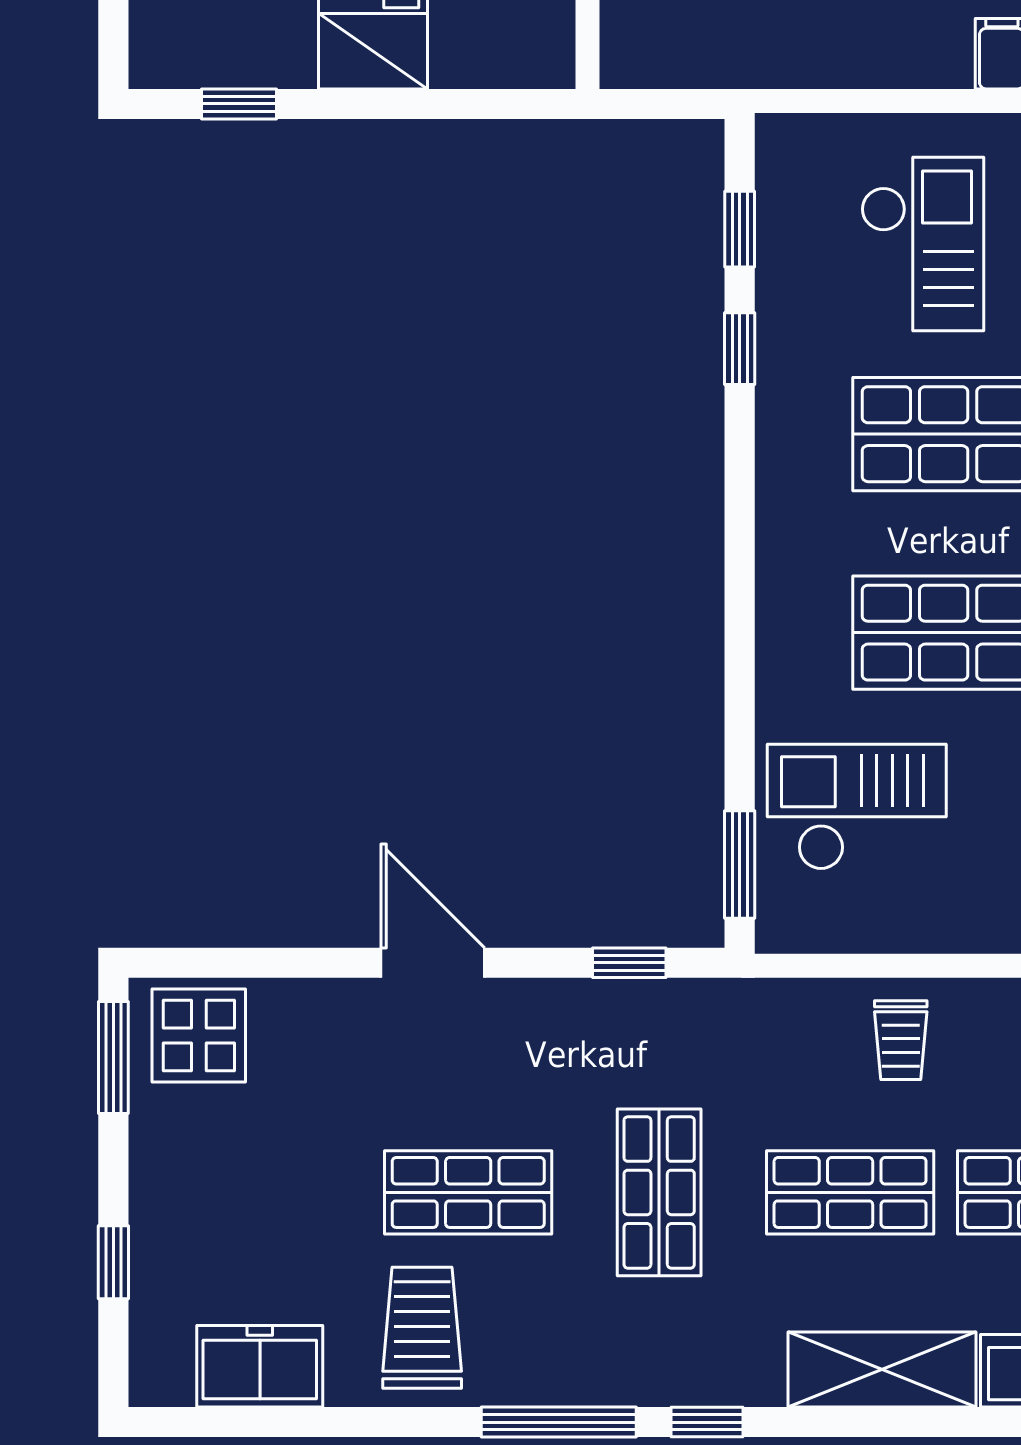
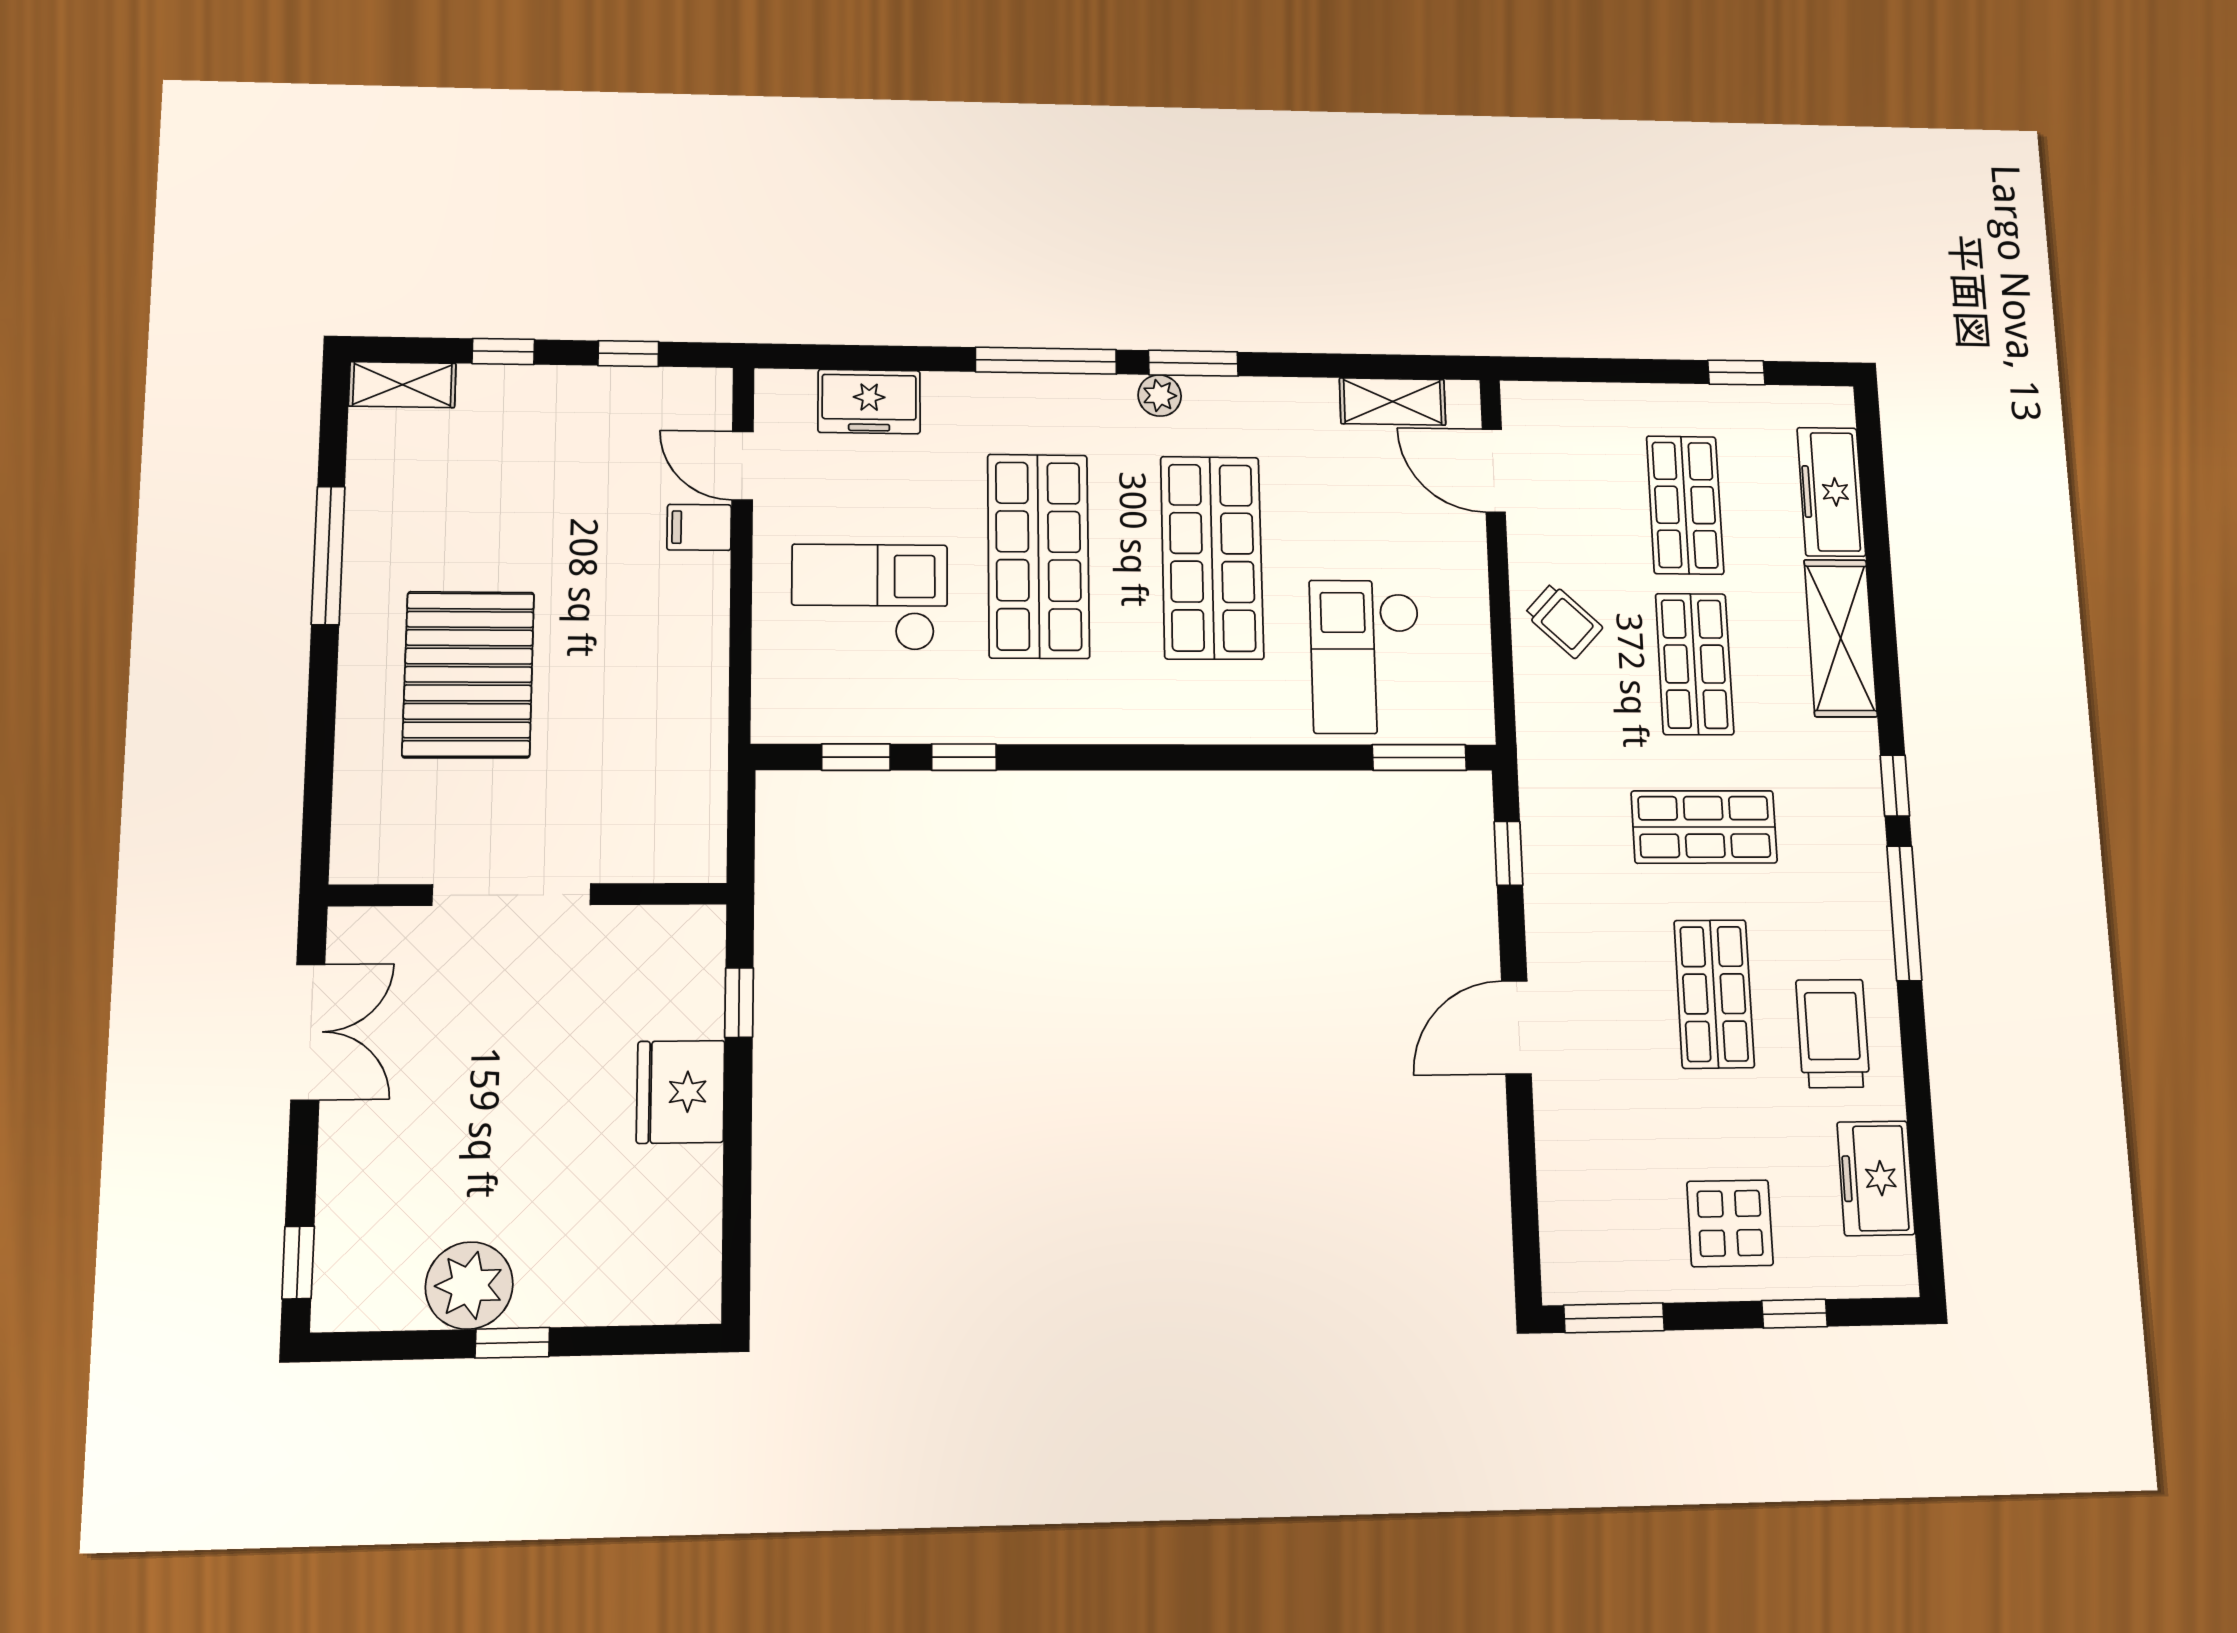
window: (239, 104) -> (739, 1003), moved
display table: (199, 1035) -> (1730, 1223), moved
trolley: (901, 1040) -> (1564, 621), turned 43
trolley: (422, 1328) -> (1833, 1033), turned 90

